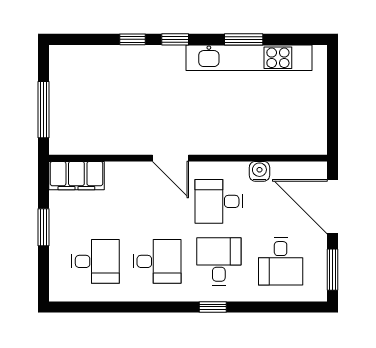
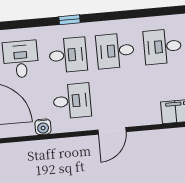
door: (171, 158) -> (112, 131), swing flipped
desk: (219, 261) -> (68, 55), turned -90

